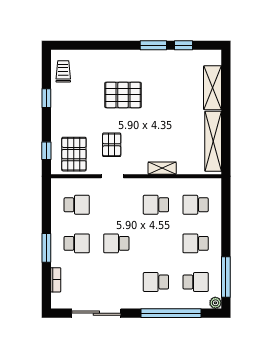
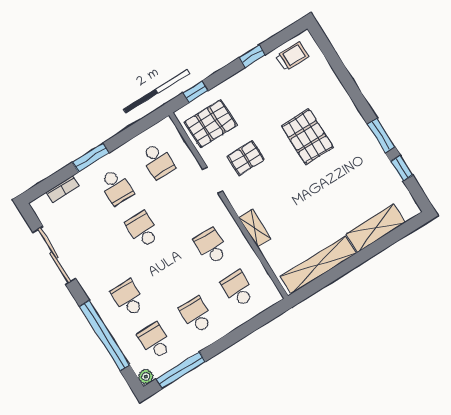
school desk: (196, 282) -> (155, 341), turned 180

